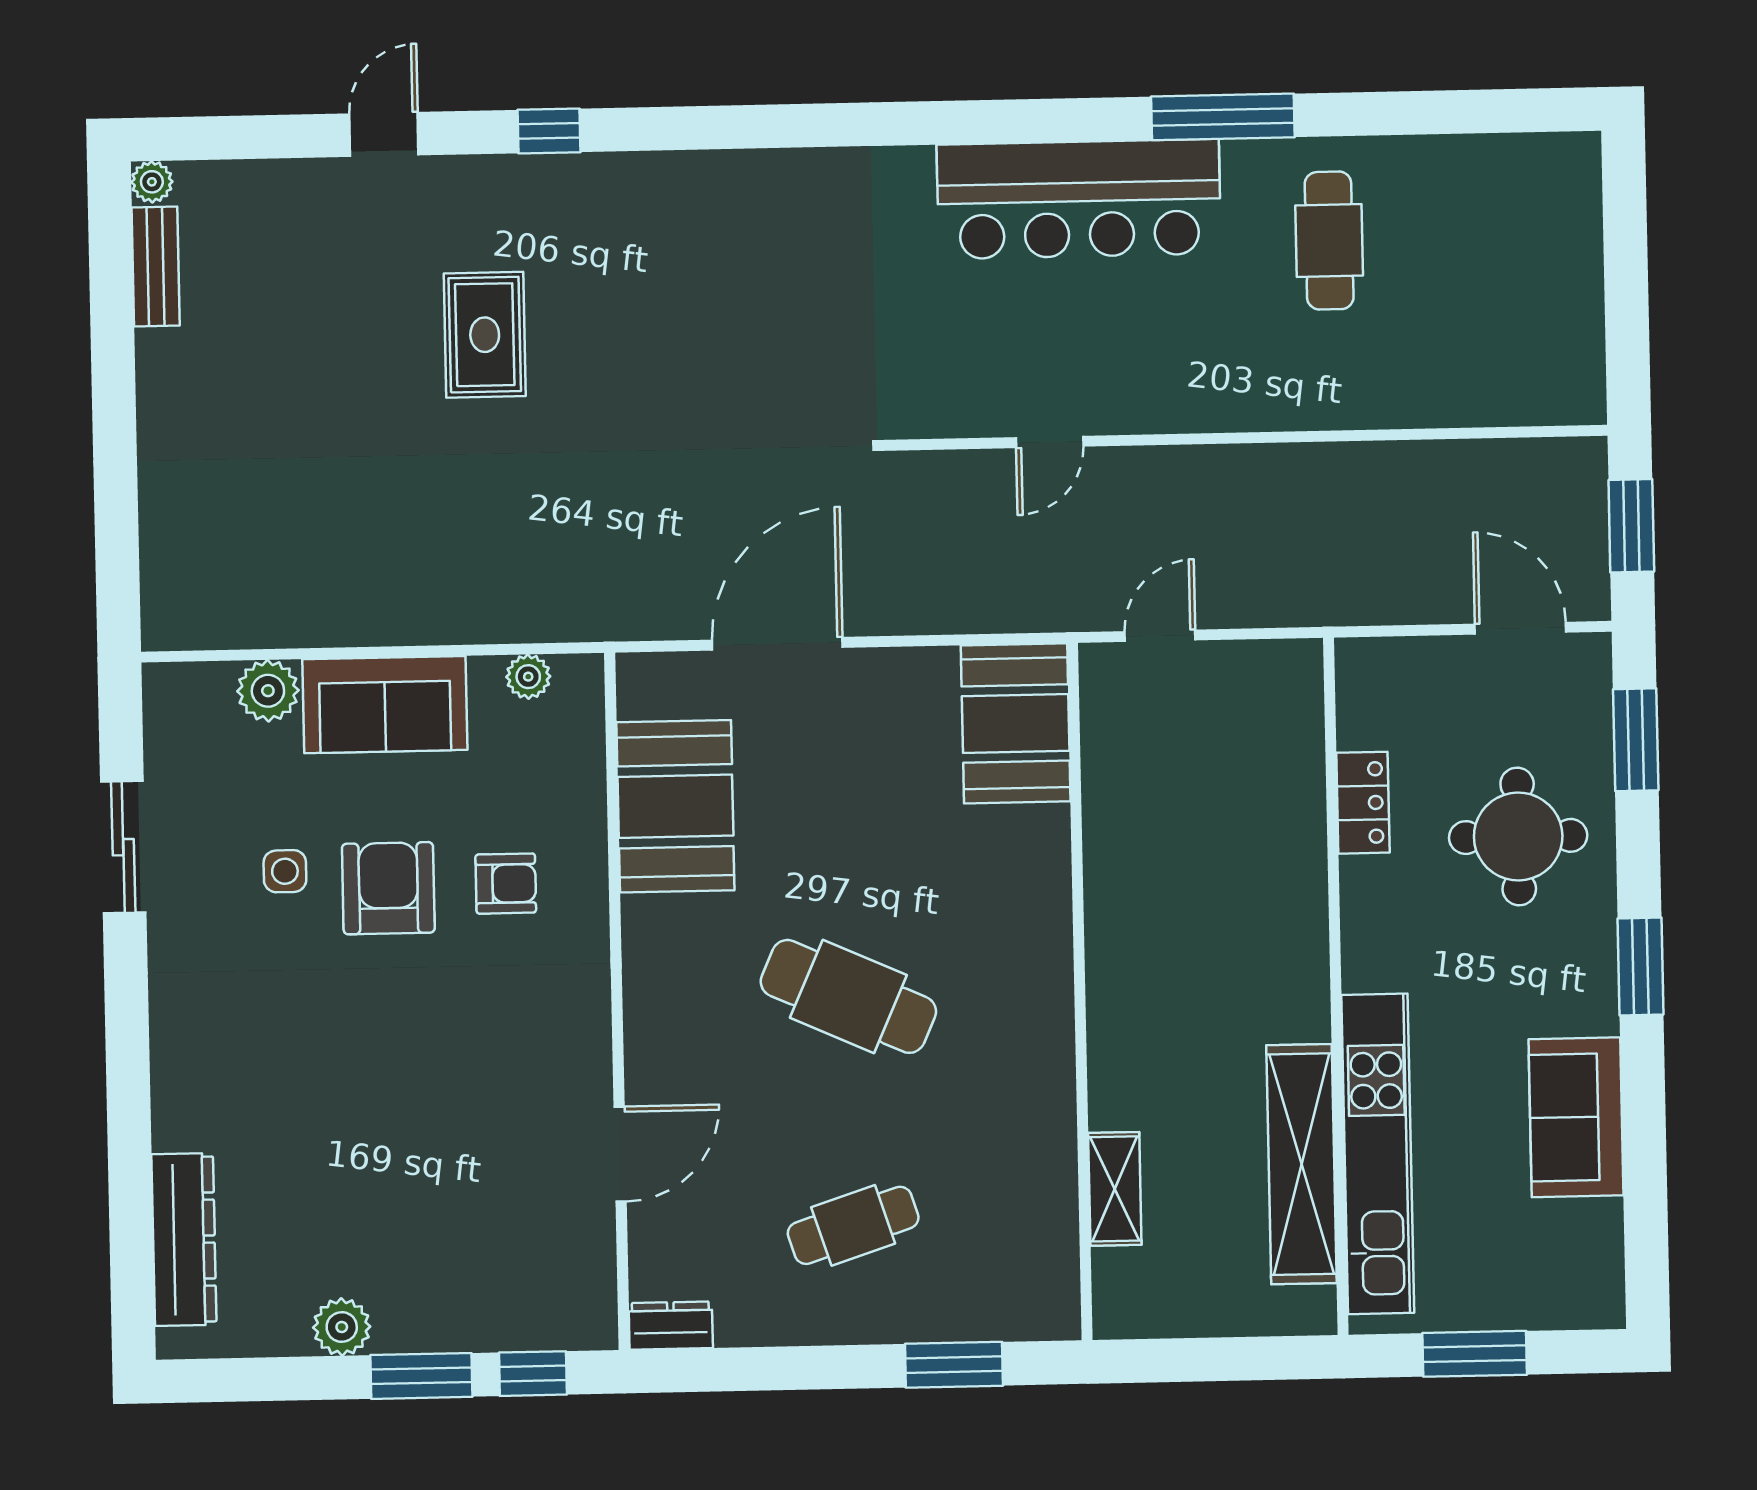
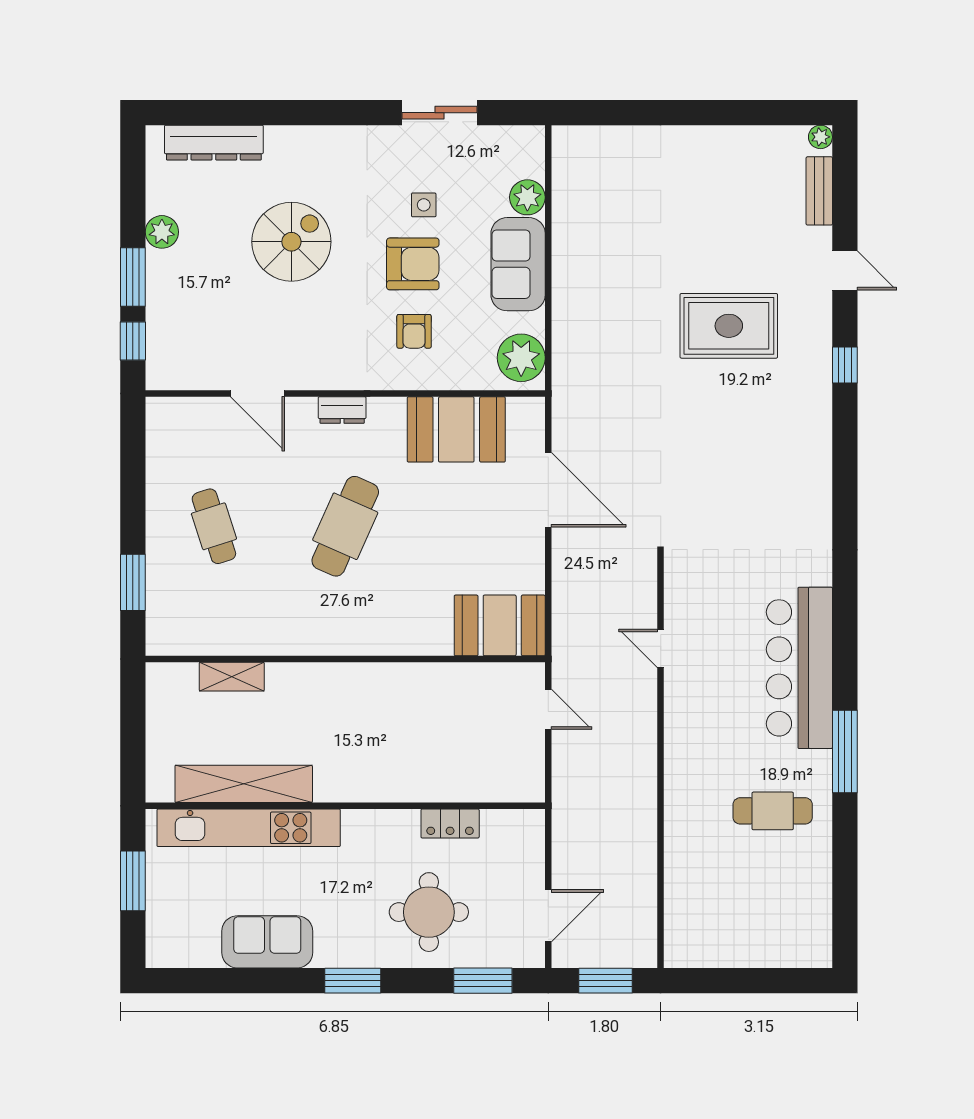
bench: (156, 266) -> (819, 191), moved, turned 90
rug: (485, 335) -> (729, 326), width x1.36, depth x1.43
plant: (528, 677) -> (521, 358), width x1.87, depth x1.87
spiral stairs: (354, 1101) -> (291, 242), added
dresser: (671, 1325) -> (342, 410), moved, turned 90

